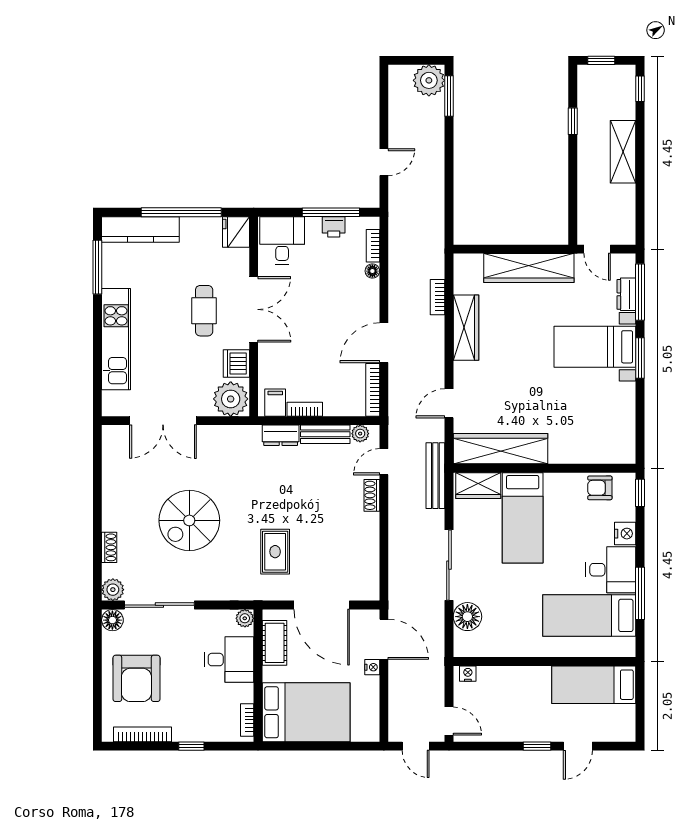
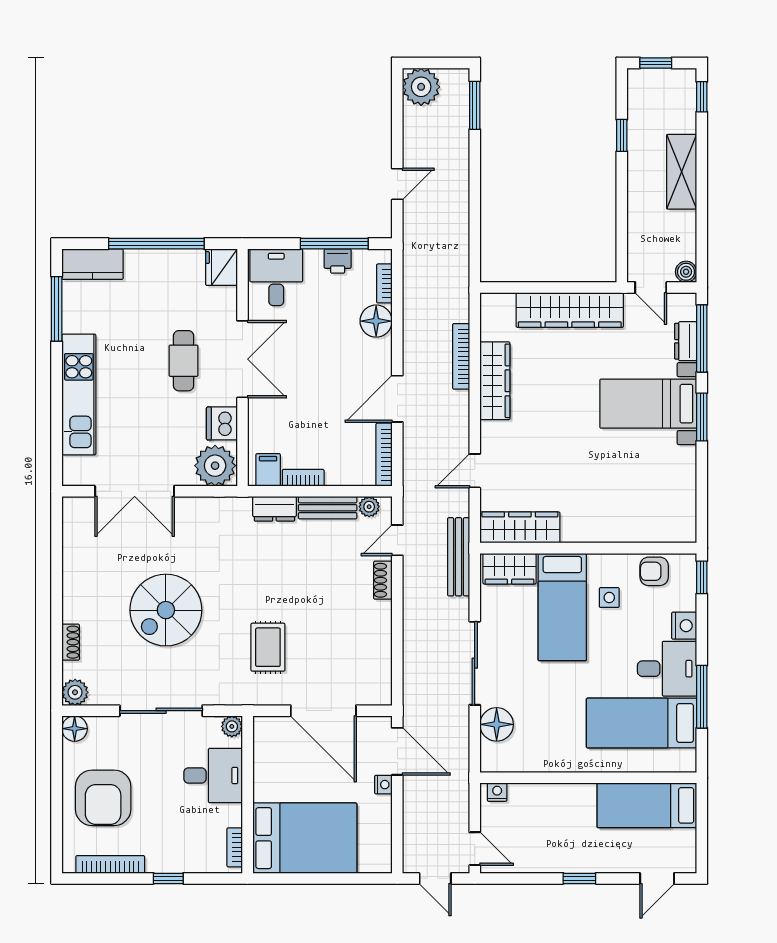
plant: (429, 80) -> (421, 87), moved
kitchen counter: (140, 229) -> (92, 264), width x0.67
boiler: (627, 236) -> (686, 272), added
floor lamp: (372, 271) -> (376, 321), width x1.89, depth x1.89
bookcase: (438, 297) -> (461, 356), width x1.56
wardrobe: (500, 449) -> (520, 527), width x0.71, depth x0.85
side table: (562, 510) -> (609, 598), added
sliding door: (159, 605) -> (161, 711), moved
cot: (275, 643) -> (267, 756), removed
door: (578, 746) -> (657, 878), moved

